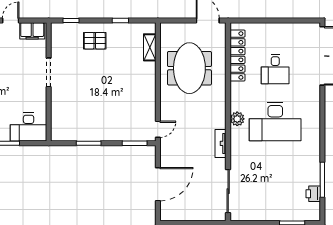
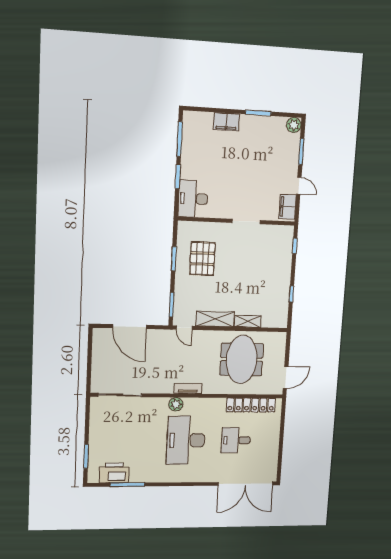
pallet: (95, 41) -> (202, 259), moved, width x1.50, depth x1.42
shelving: (150, 47) -> (248, 321), moved
meeting table: (189, 68) -> (242, 359), turned 90
shelving: (148, 98) -> (215, 319), added
plant: (237, 119) -> (176, 404), moved
tv unit: (221, 143) -> (188, 389), moved
printer: (313, 194) -> (114, 473), width x1.87, depth x1.48

